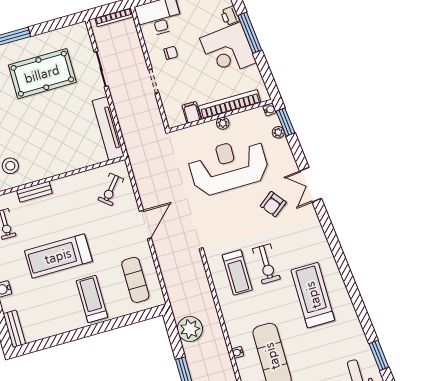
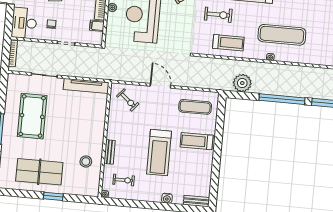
treadmill: (237, 272) -> (228, 43), moved

